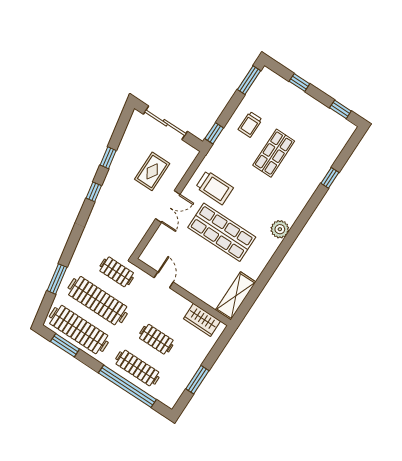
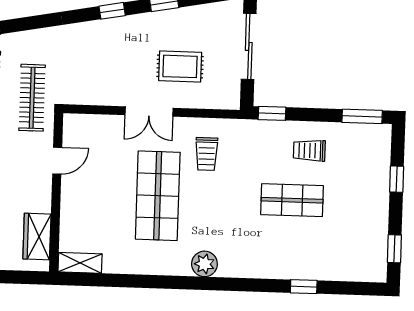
trolley: (214, 188) -> (207, 154), width x0.73, depth x0.72
clothes rail: (117, 272) -> (32, 98), width x1.36
shelving: (236, 296) -> (80, 263), width x0.67, depth x0.75

